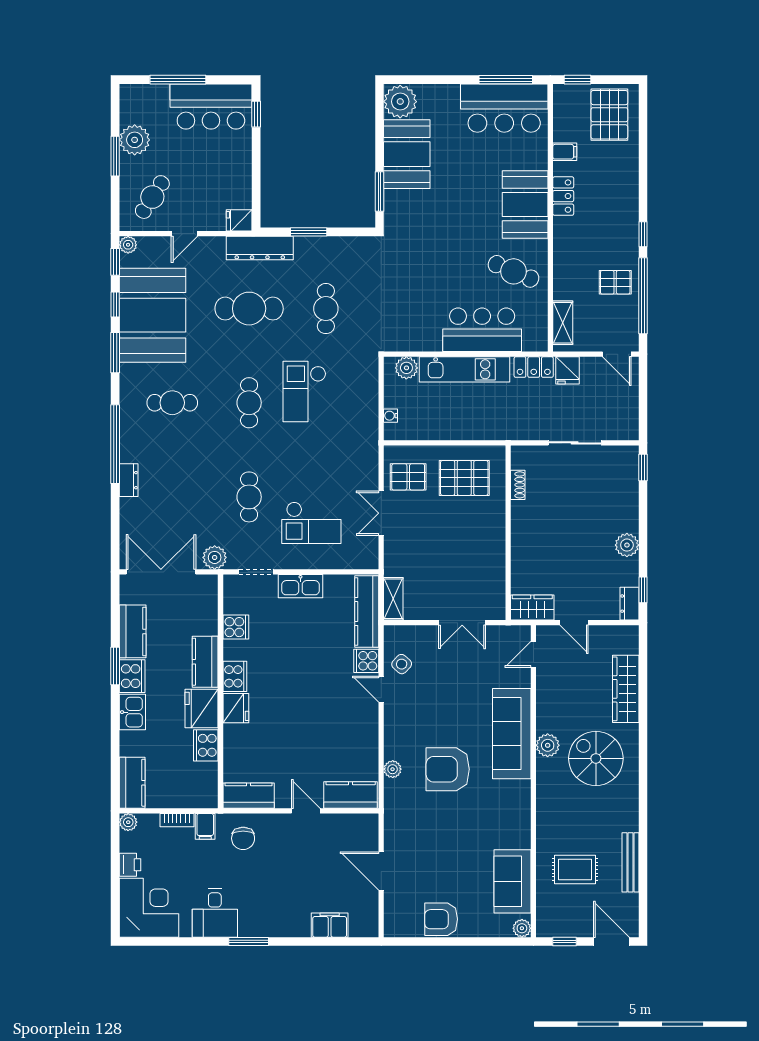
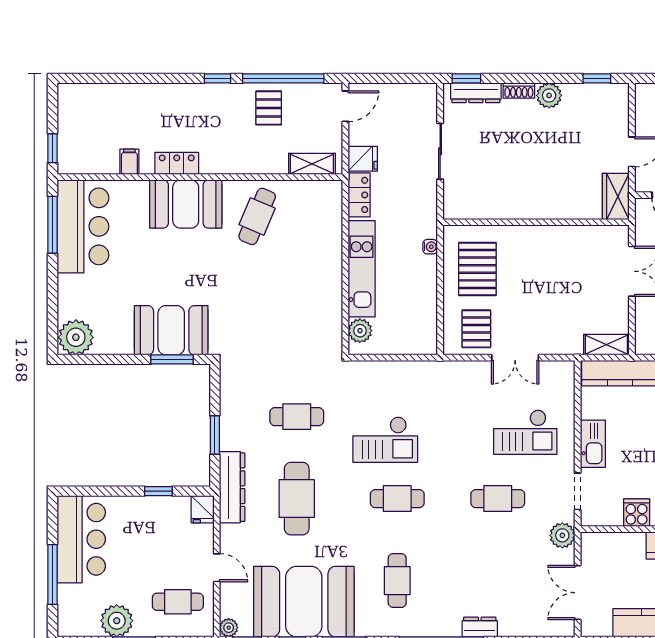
window: (256, 114) -> (158, 491), moved
pallet: (609, 115) -> (90, 114), removed
booth: (407, 154) -> (171, 330), moved
cafe table: (152, 197) -> (178, 602), turned -33
bar counter: (482, 330) -> (319, 250), removed
water cooler: (391, 416) -> (430, 247), moved, turned -90
shoe rack: (518, 485) -> (519, 90), moved, turned 180
checkout: (311, 523) -> (525, 432), turned 90
double door: (161, 572) -> (578, 593), width x0.73
dresser: (629, 604) -> (476, 93), moved, width x1.44

